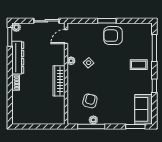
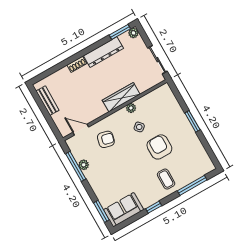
door: (66, 36) -> (81, 130), moved
armchair: (113, 36) -> (159, 147), moved
wardrobe: (59, 81) -> (121, 97), moved
armchair: (90, 101) -> (106, 139), moved
bench: (30, 120) -> (48, 101), added

